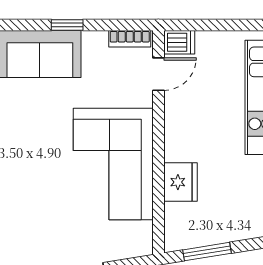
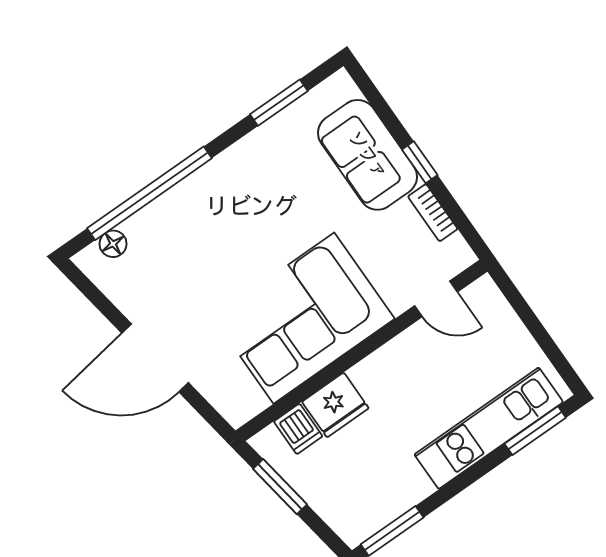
bookcase: (130, 39) -> (433, 213), moved
dishwasher: (179, 42) -> (298, 429), moved

